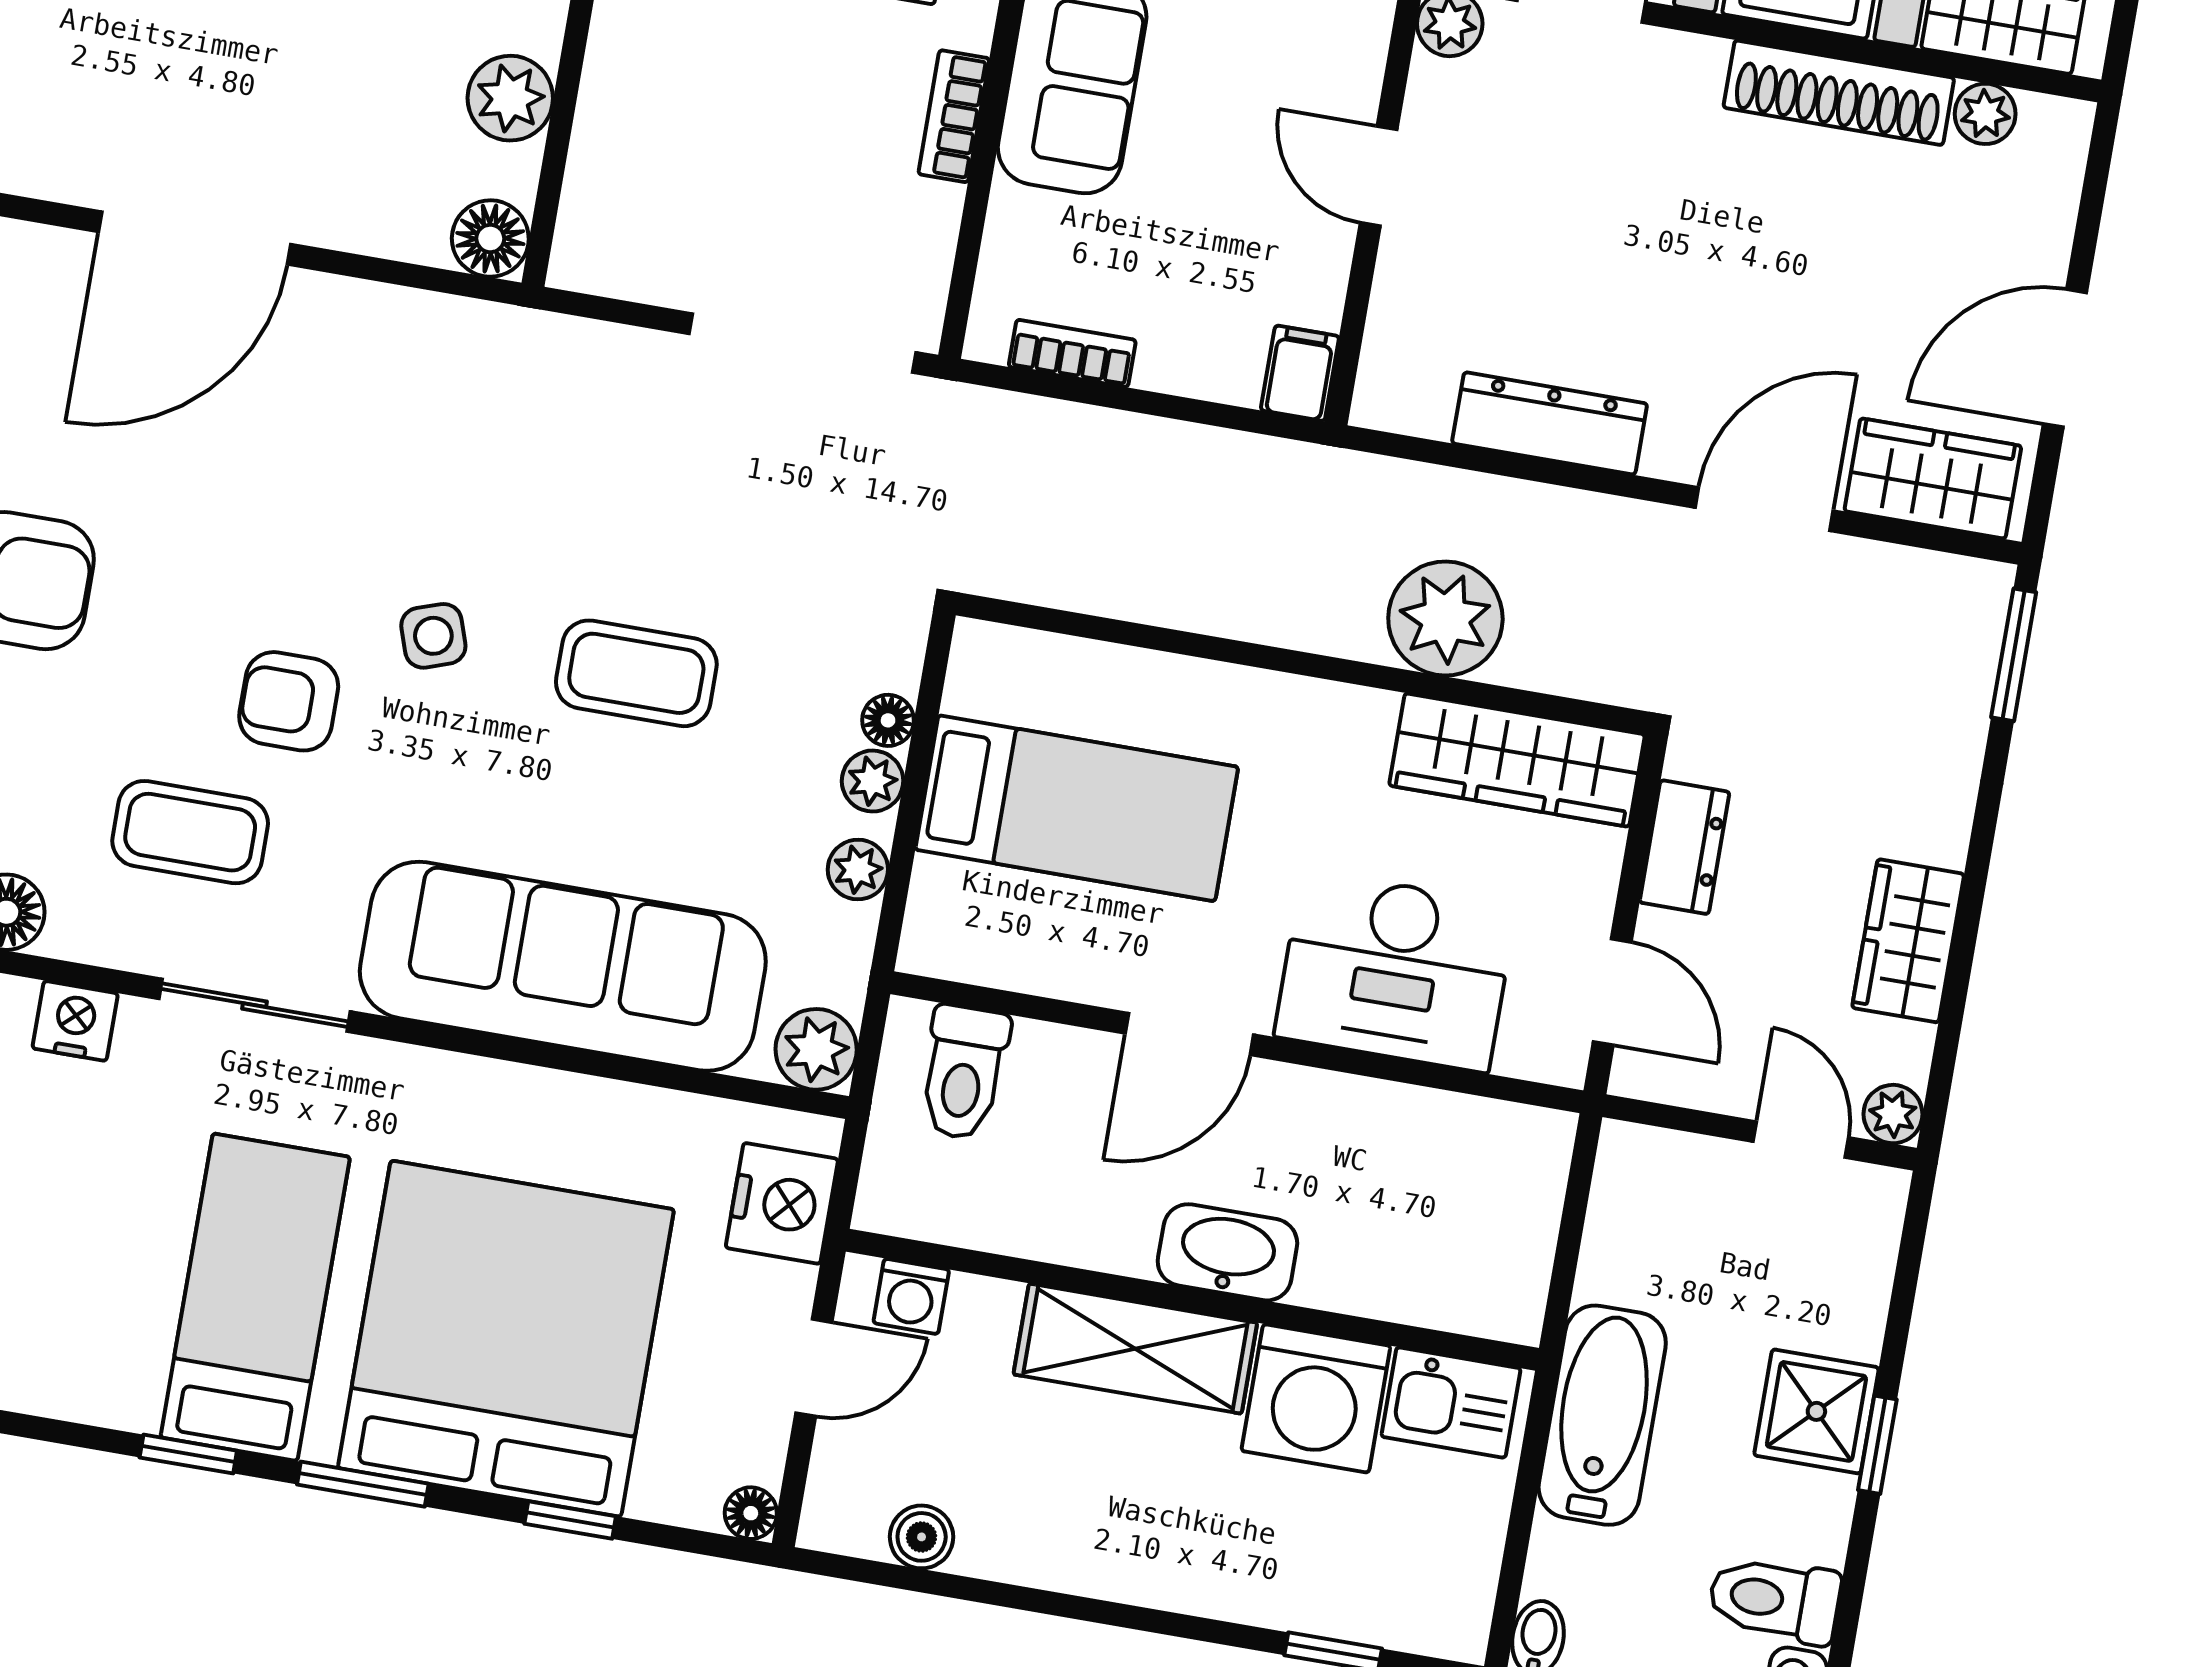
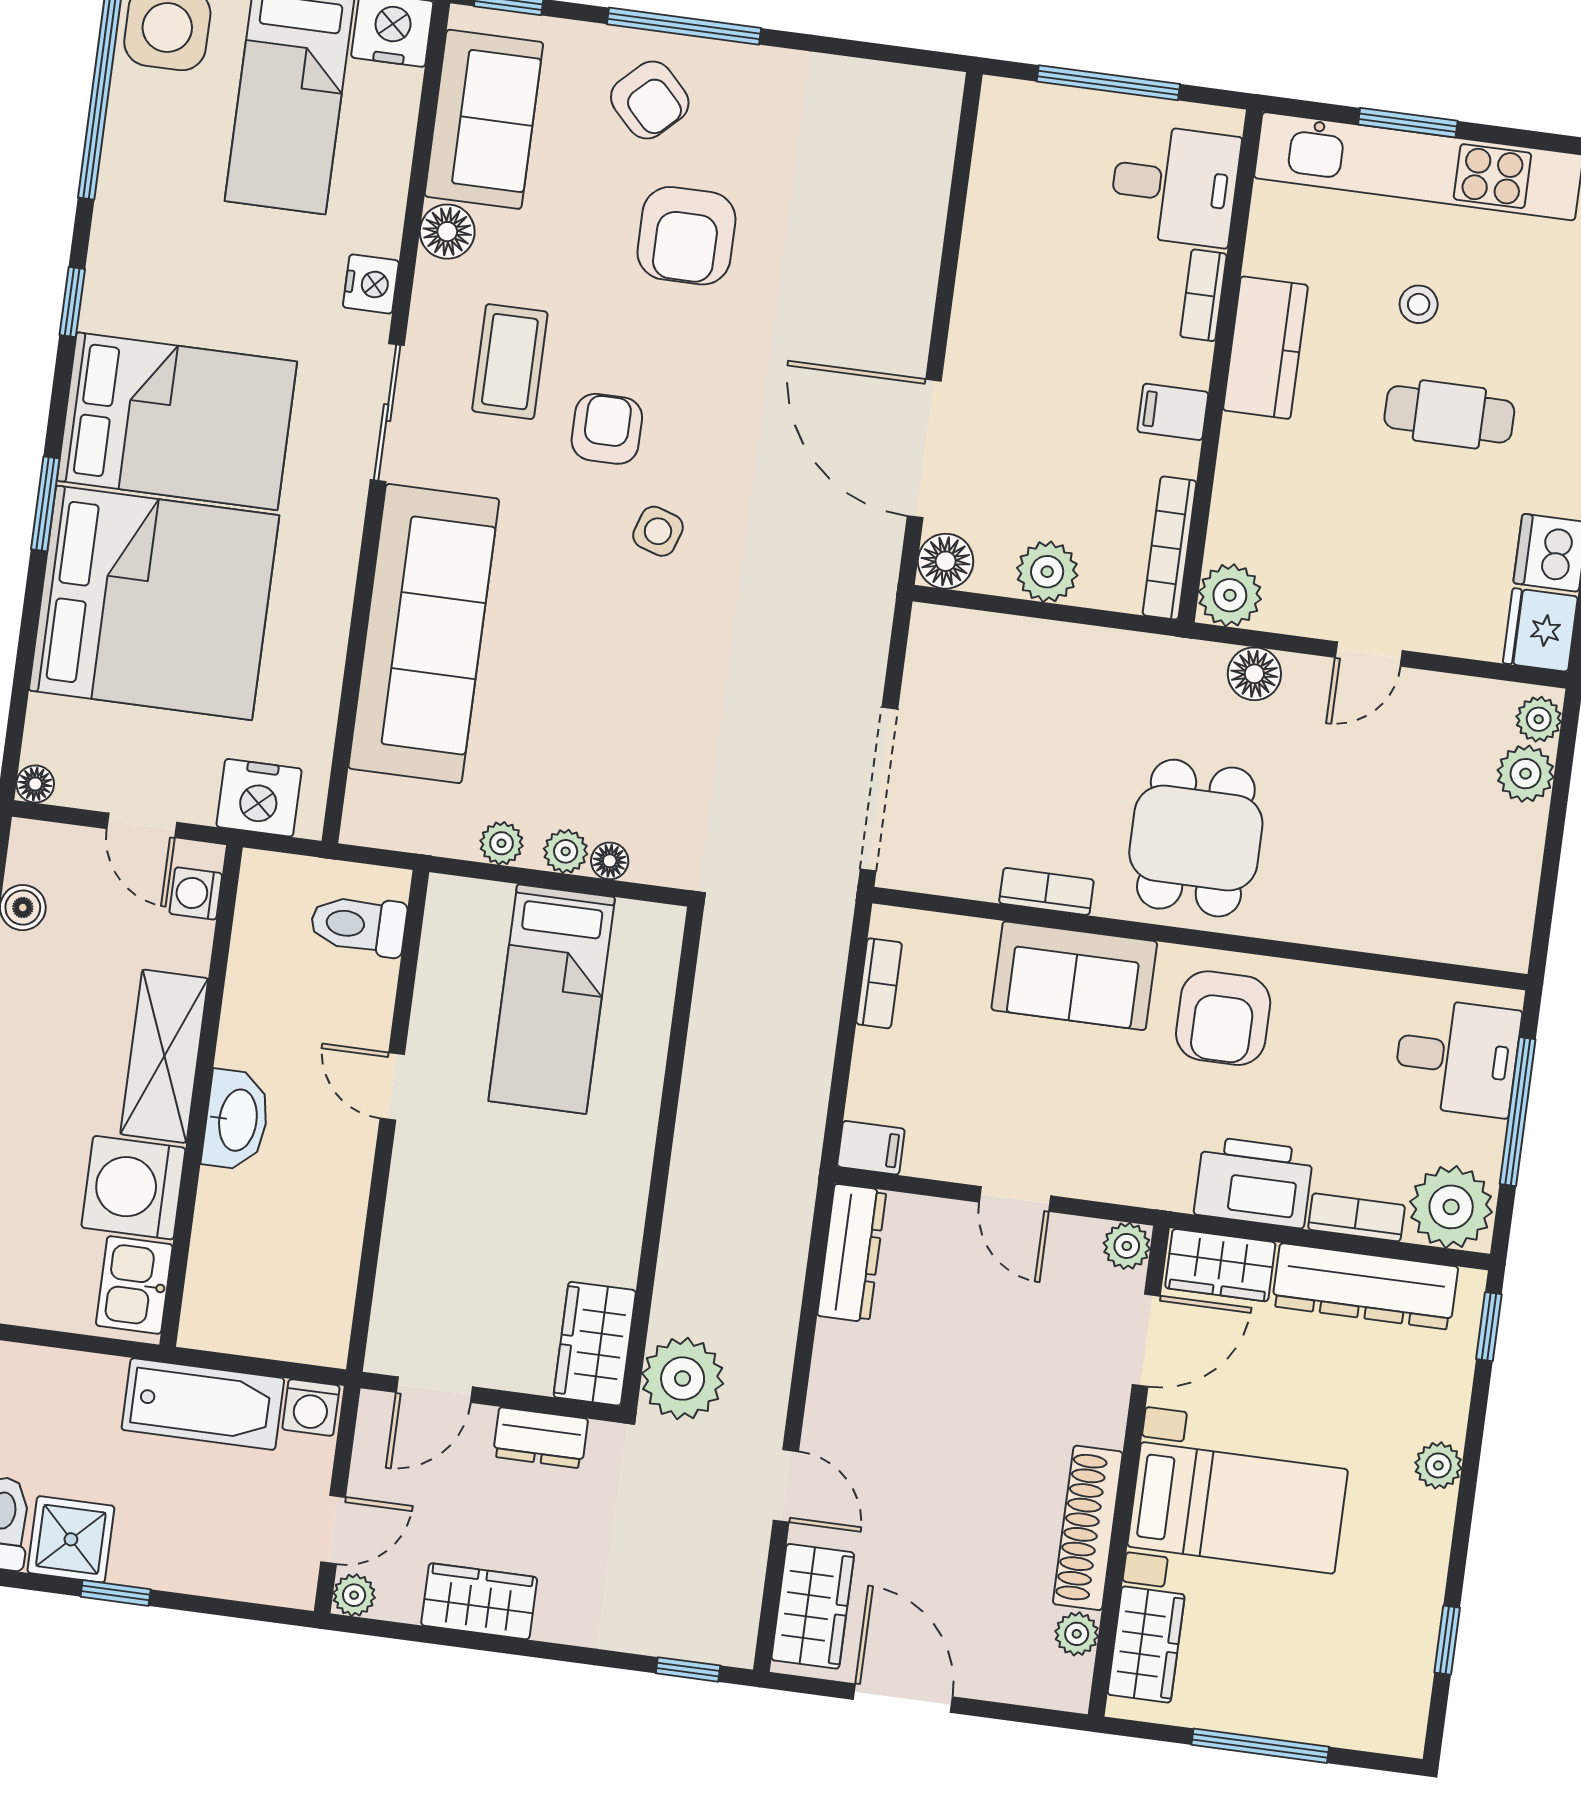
door: (1379, 176) -> (1015, 1199), swing flipped
door: (194, 238) -> (924, 449), moved
dresser: (1550, 423) -> (852, 1253), moved
door: (1764, 509) -> (786, 1486), width x0.73
plant: (1445, 618) -> (683, 1379), moved
side table: (433, 636) -> (658, 531), turned 37
window: (2014, 655) -> (688, 1669), width x0.67
coffee table: (636, 673) -> (637, 678), removed
wardrobe: (1517, 760) -> (595, 1344), width x0.67
desk: (1395, 971) -> (443, 1233), removed
door: (1189, 1034) -> (392, 1086), width x0.73
plant: (816, 1049) -> (371, 818), removed
washing machine: (1630, 1164) -> (311, 1408), added
bed: (255, 1297) -> (177, 421), width x1.50
shower: (1816, 1411) -> (71, 1539), moved
bathtub: (1602, 1415) -> (203, 1404), moved
window: (188, 1454) -> (72, 302), moved
window: (570, 1520) -> (25, 654), removed

